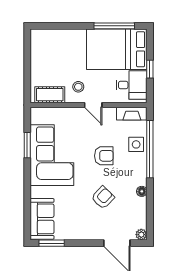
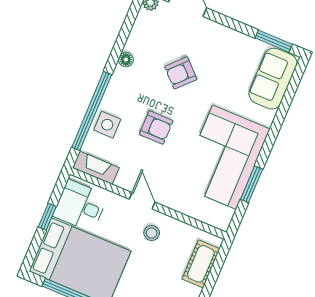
cot: (50, 95) -> (201, 264), moved, turned 90
armchair: (104, 156) -> (156, 128), turned 180

